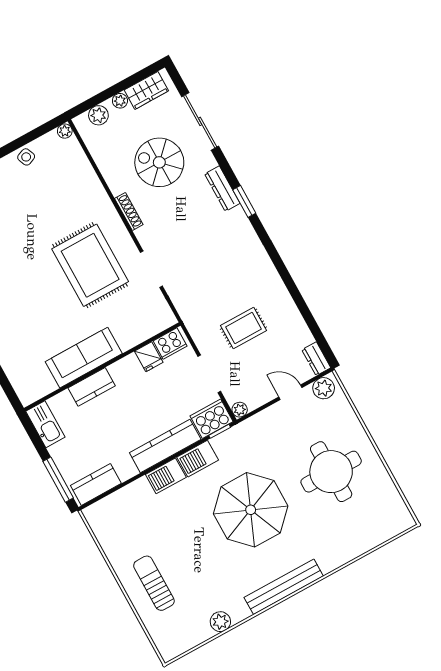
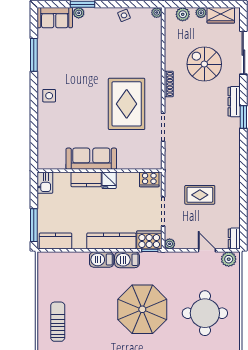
fridge: (149, 357) -> (109, 180), moved
kitchen sink: (45, 424) -> (45, 183), width x0.73

